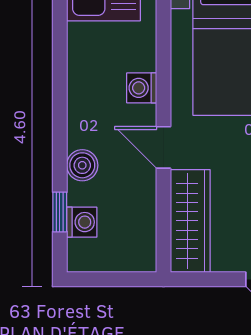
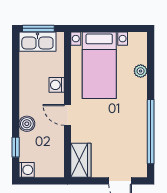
wardrobe: (190, 221) -> (81, 160), width x0.67
washing machine: (82, 222) -> (27, 170), moved

